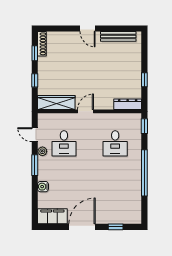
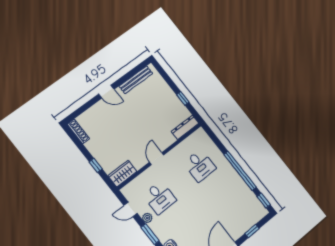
window: (35, 53) -> (79, 144), removed
wardrobe: (56, 102) -> (122, 174), width x0.67
window: (144, 126) -> (264, 201), moved

